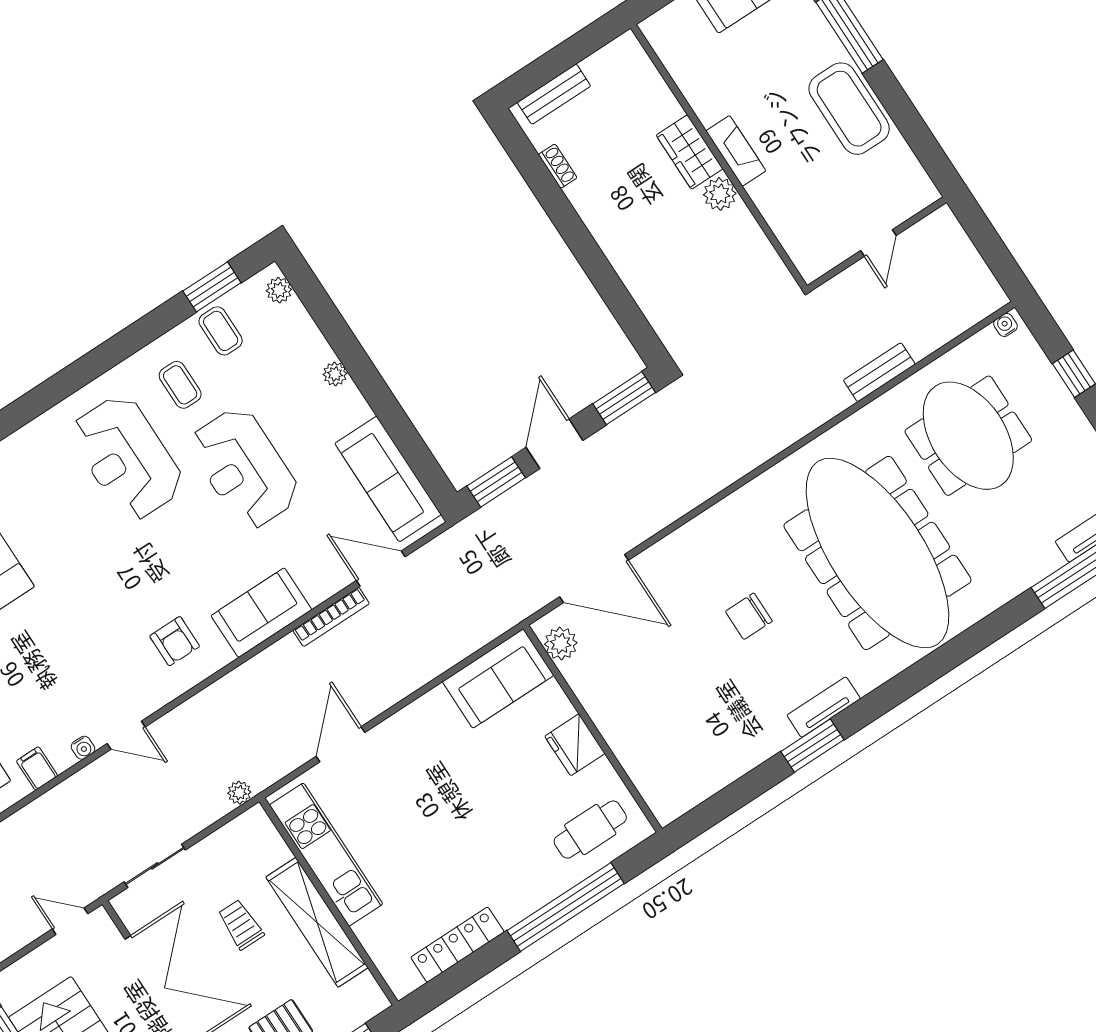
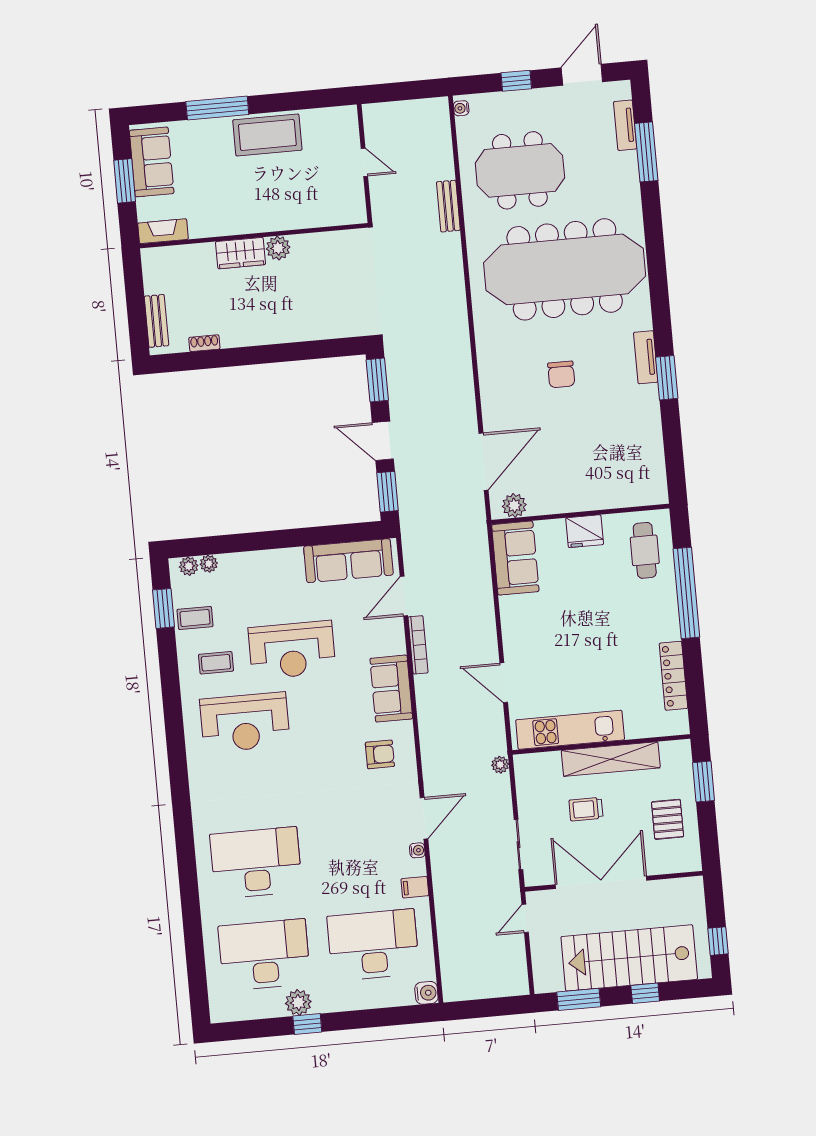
fireplace: (736, 151) -> (163, 231), moved
plant: (335, 374) -> (209, 564), moved
door: (126, 735) -> (424, 818), width x1.38

